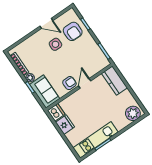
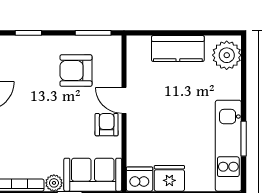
armchair: (73, 31) -> (76, 71), moved, turned 180
side table: (55, 44) -> (28, 104), removed
kitchen counter: (114, 81) -> (178, 49), moved

